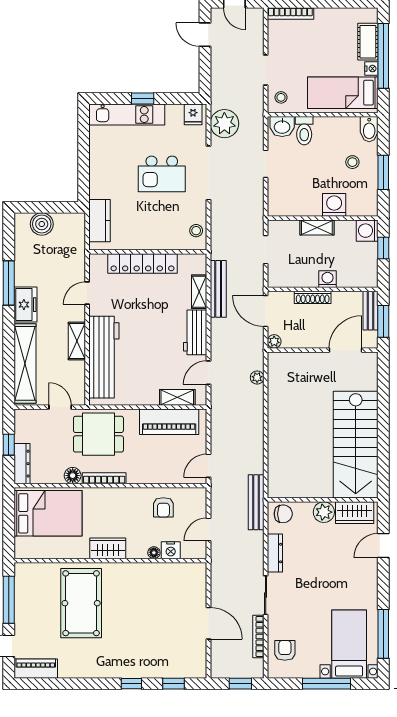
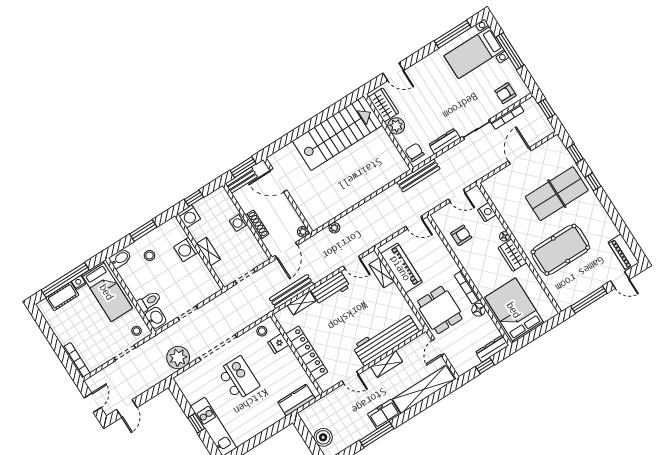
fridge: (193, 114) -> (278, 343), moved, turned 180
floor lamp: (154, 553) -> (504, 236), moved
table tennis table: (143, 637) -> (557, 194), added

